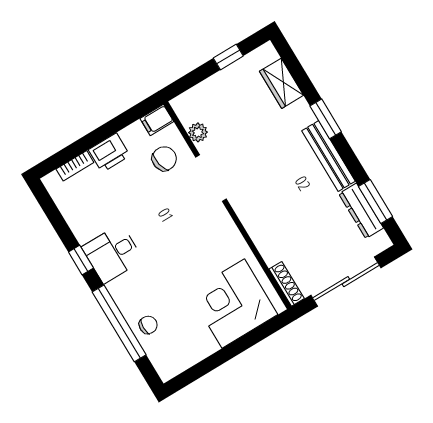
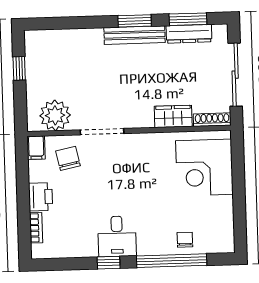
wardrobe: (282, 83) -> (173, 116), moved, turned 180
window: (326, 119) -> (135, 21), moved
plant: (198, 132) -> (55, 115), width x1.87, depth x1.87

